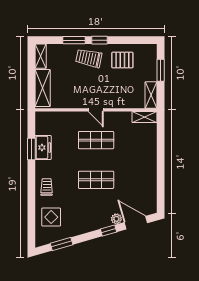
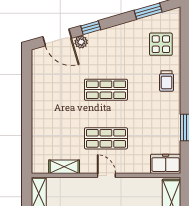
shelving: (145, 117) -> (64, 167), moved
freezer: (43, 148) -> (166, 164), moved, turned 90

